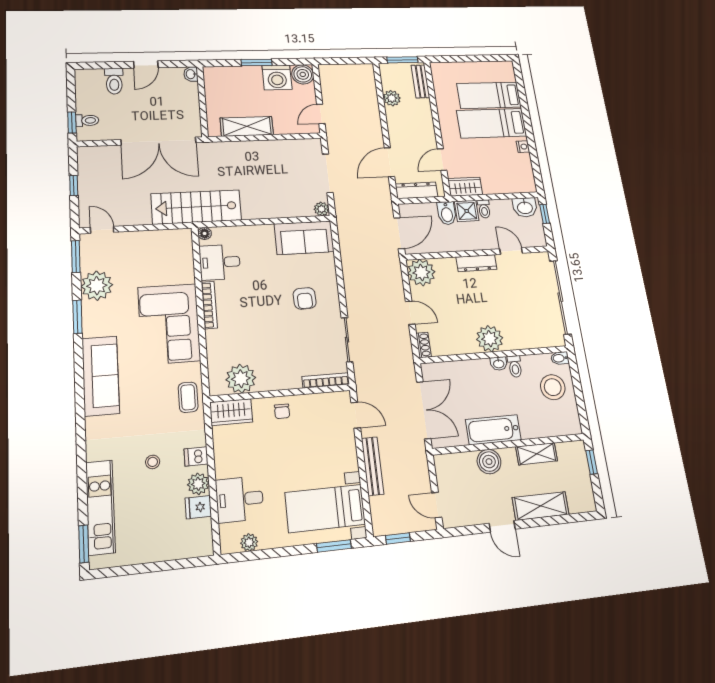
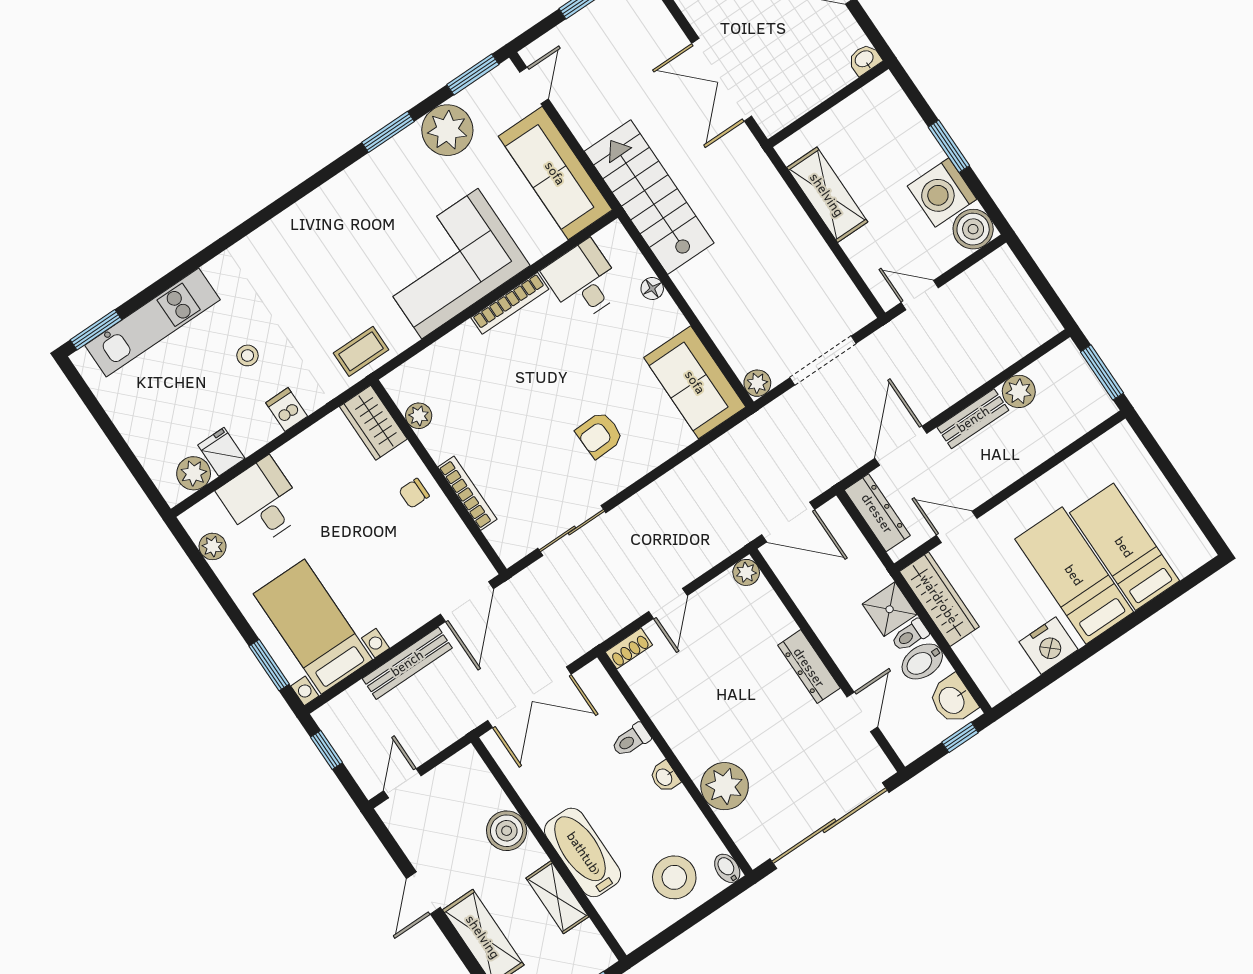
bench: (420, 81) -> (973, 419), moved
double door: (159, 141) -> (722, 80), width x0.73
nightstand: (523, 147) -> (1048, 646), width x1.89, depth x1.79
door: (389, 162) -> (901, 446), hinge flipped
wardrobe: (465, 187) -> (939, 599), width x1.50
bidet: (447, 213) -> (922, 661), moved
floor lamp: (205, 233) -> (652, 289), moved
plant: (421, 272) -> (746, 572), width x0.53, depth x0.53
plant: (490, 339) -> (725, 786), moved
toilet: (515, 366) -> (631, 740), moved
sofa: (101, 376) -> (555, 173), moved, turned 90
plant: (241, 379) -> (419, 416), width x0.53, depth x0.53
bookcase: (326, 380) -> (467, 493), moved
door: (356, 415) -> (467, 602), width x1.38
bathtub: (493, 430) -> (583, 852), moved
plant: (198, 484) -> (194, 473), moved

